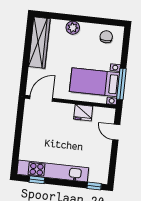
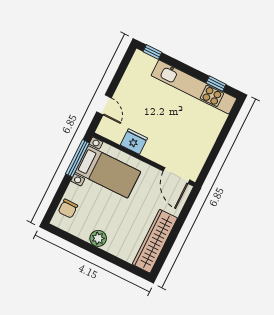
plant: (73, 28) -> (98, 238), moved
chair: (106, 37) -> (68, 209), moved
door: (41, 99) -> (176, 176), hinge flipped

